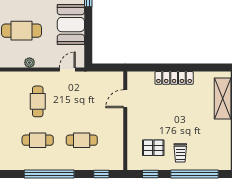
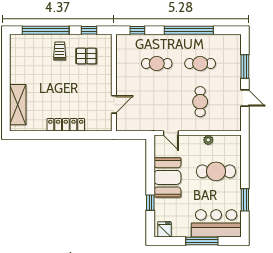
door: (67, 70) -> (171, 133), hinge flipped

